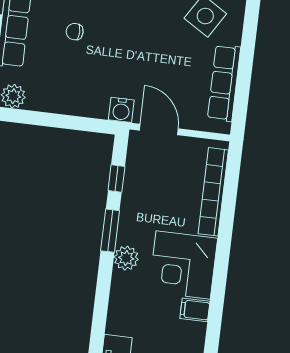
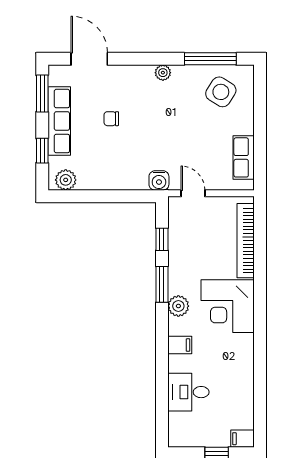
row of seats: (224, 83) -> (244, 157), width x0.68
door: (159, 130) -> (193, 193), width x0.73
filing cabinet: (195, 310) -> (180, 345), moved, turned 180

